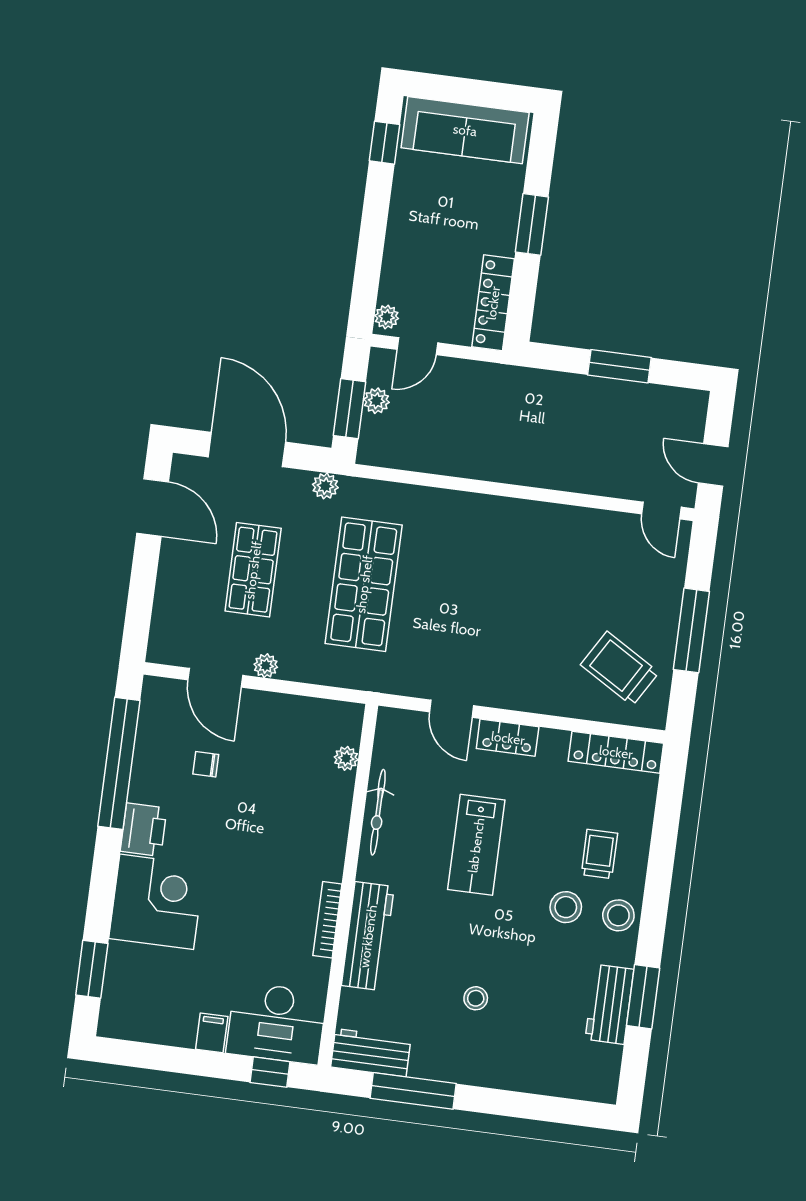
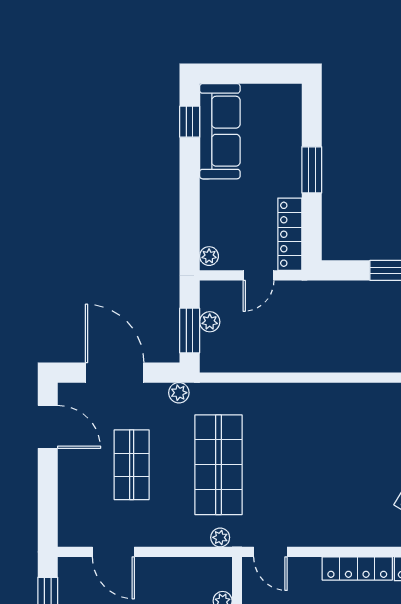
sofa: (465, 130) -> (220, 131), moved, turned -90
door: (417, 346) -> (258, 275), moved
plant: (266, 666) -> (220, 537), moved
door: (452, 709) -> (270, 552), moved
locker: (508, 738) -> (357, 568), width x1.53

